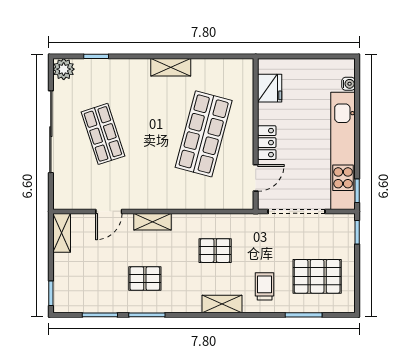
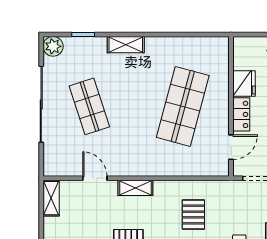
shelving: (171, 67) -> (126, 45), moved
fridge: (270, 88) -> (244, 83), moved
door: (109, 211) -> (95, 178), swing flipped
pallet: (215, 251) -> (193, 214), turned 90

